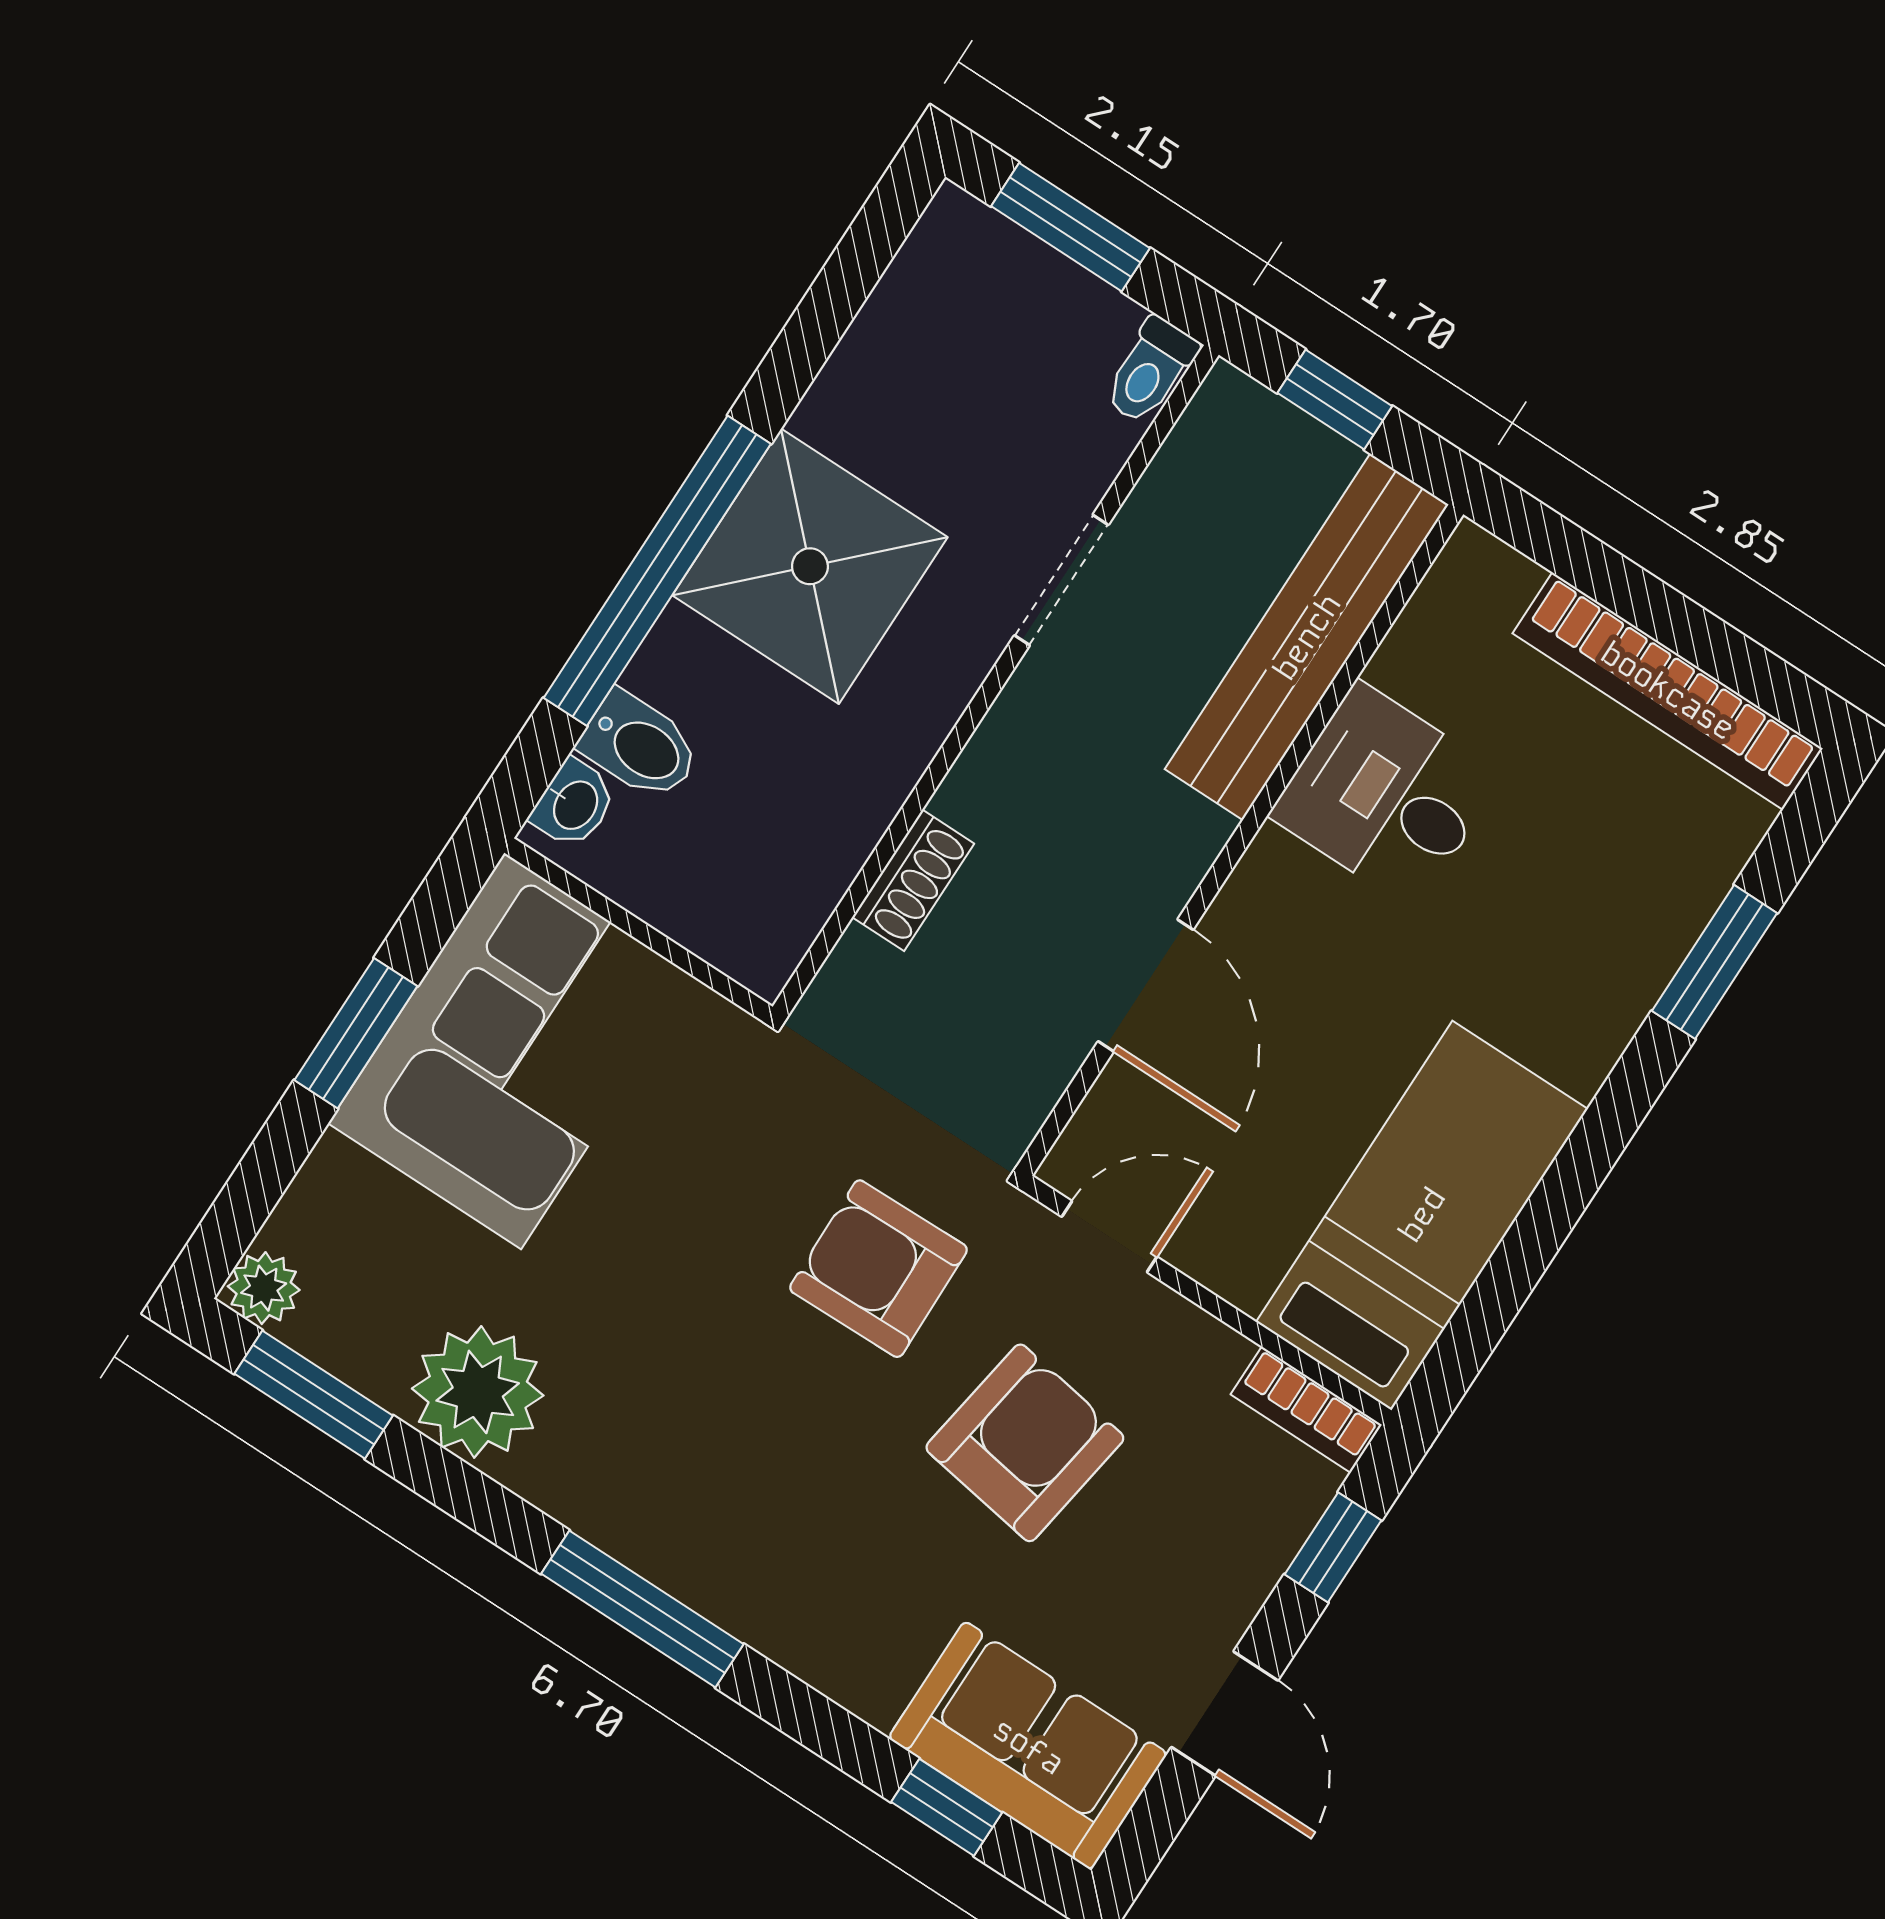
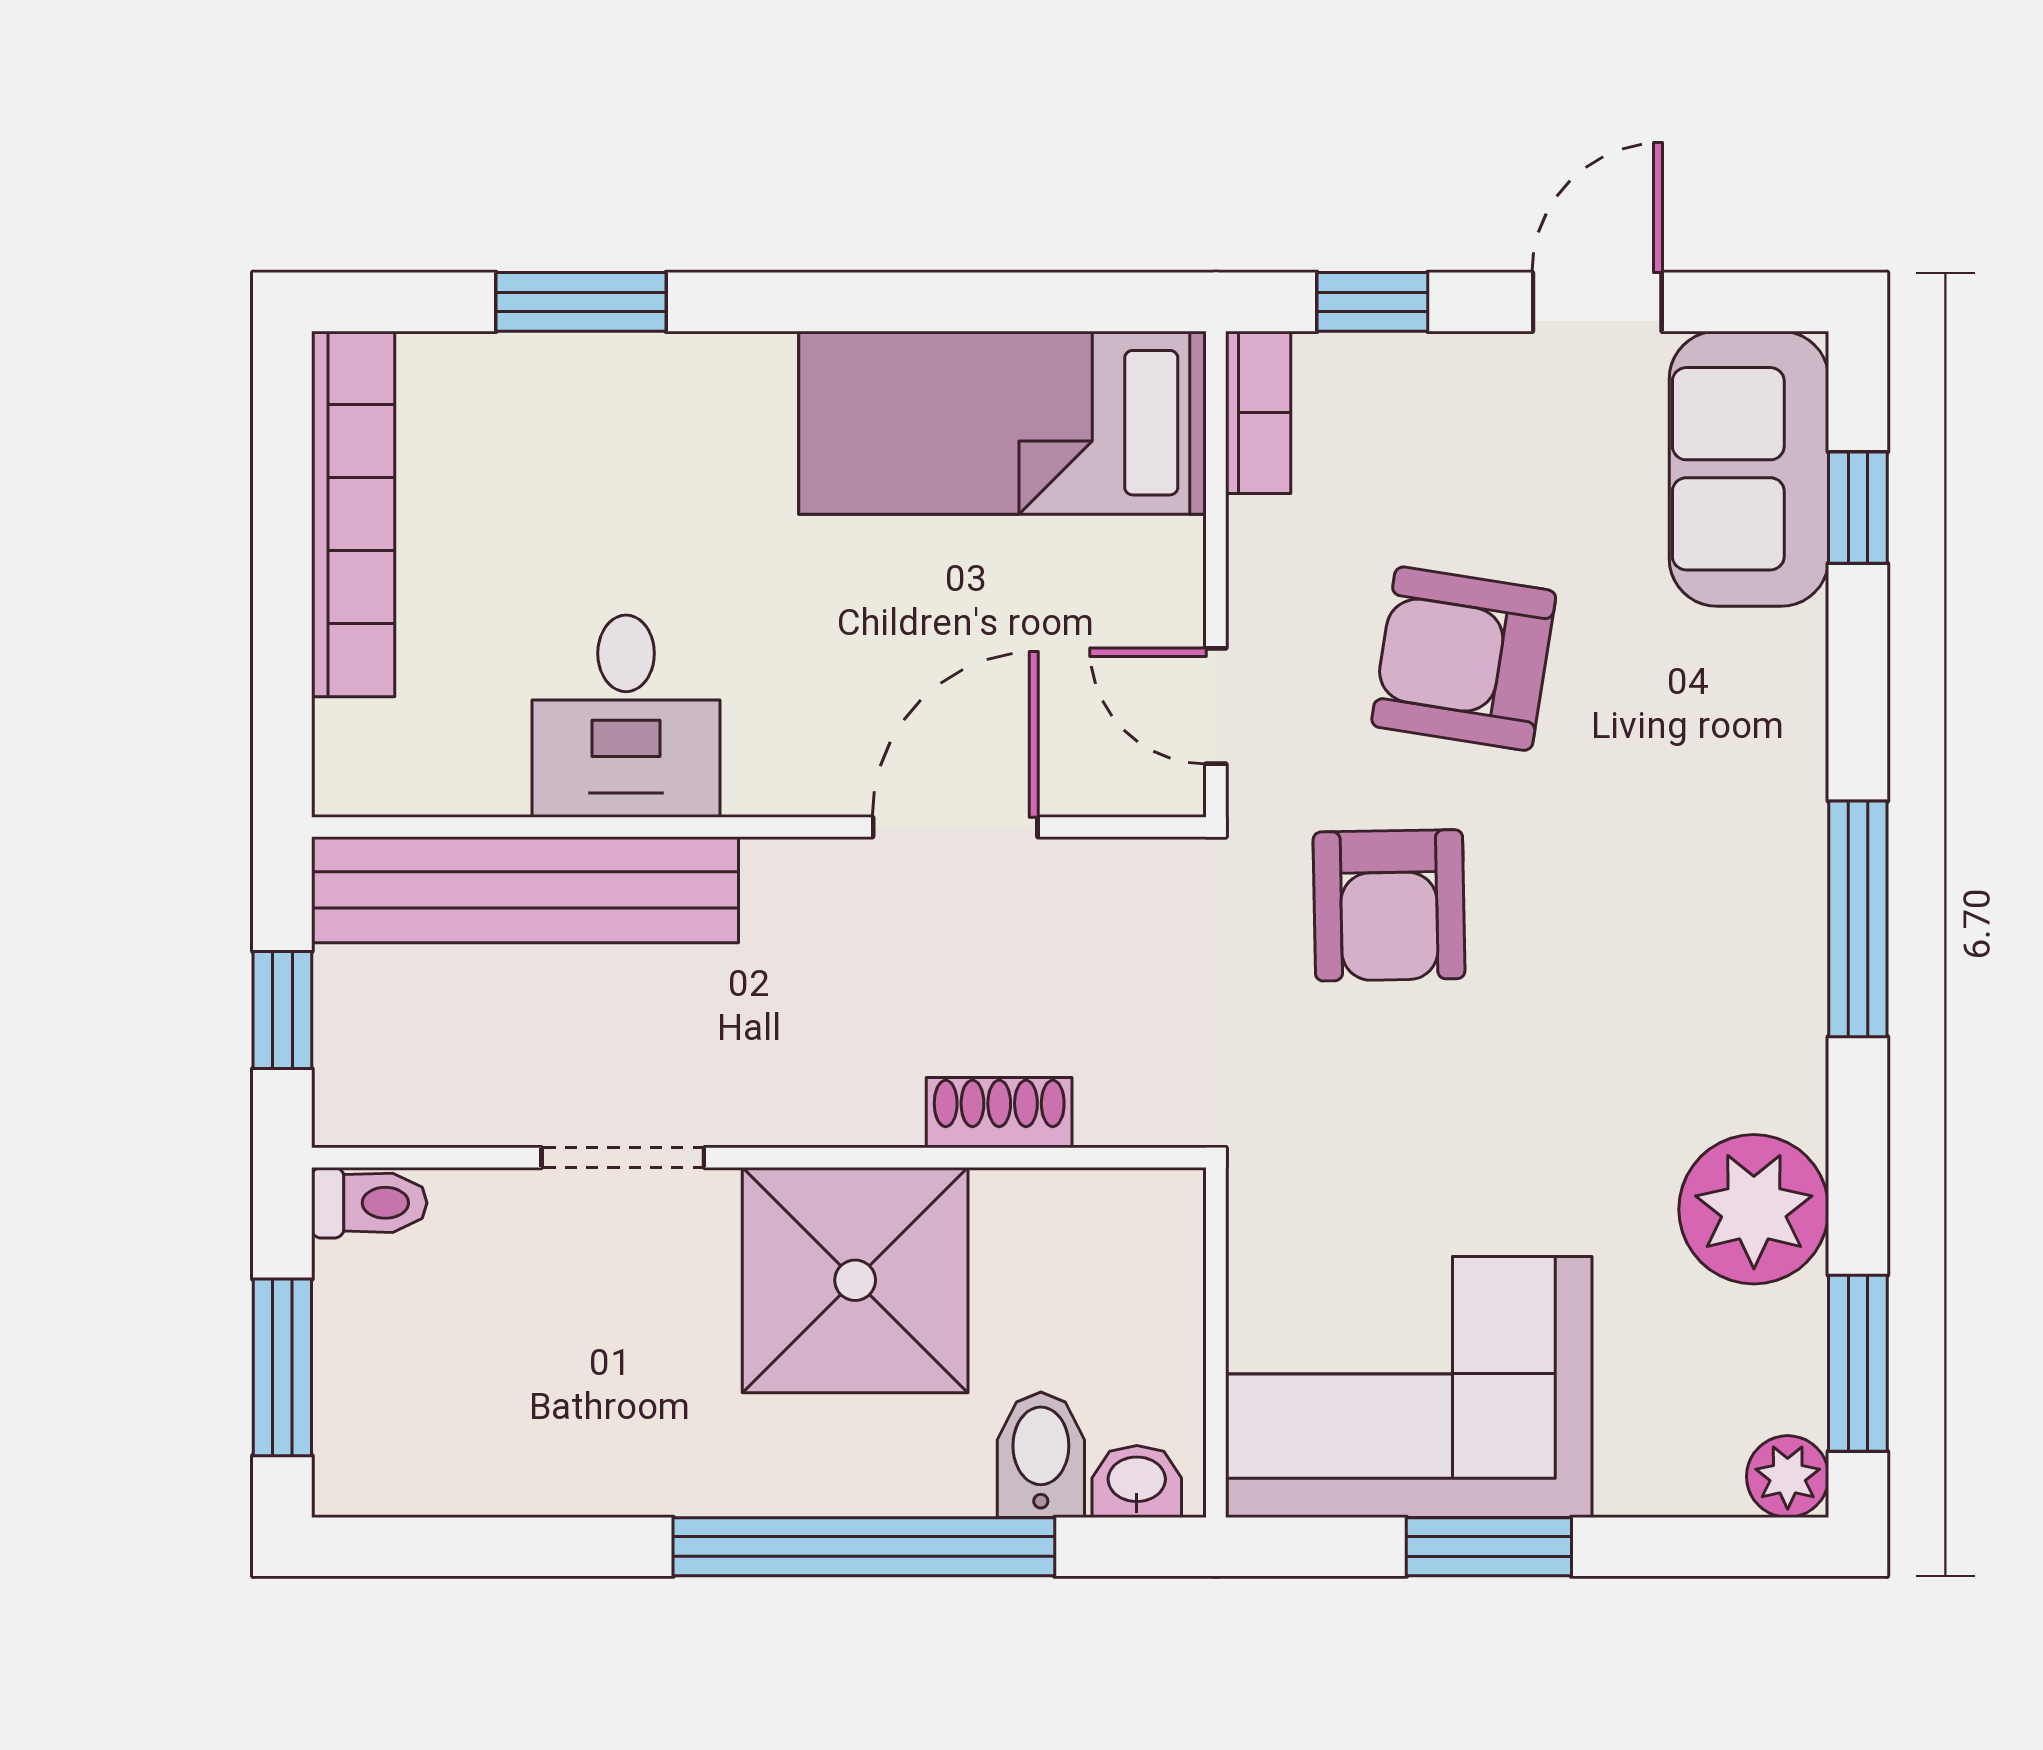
shower: (810, 566) -> (855, 1280), moved

